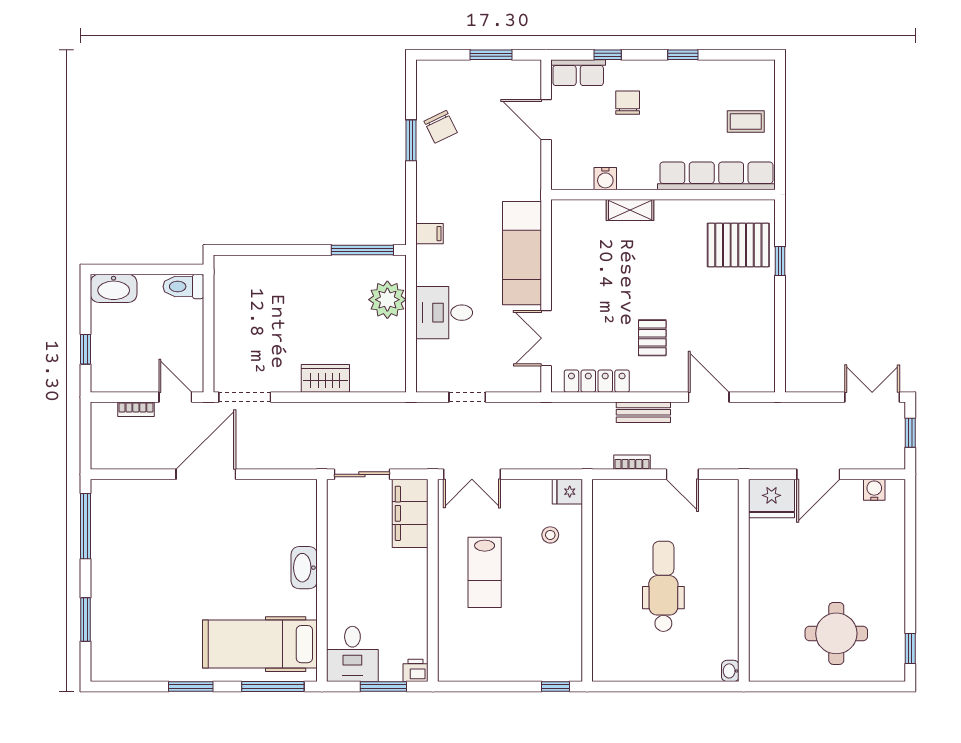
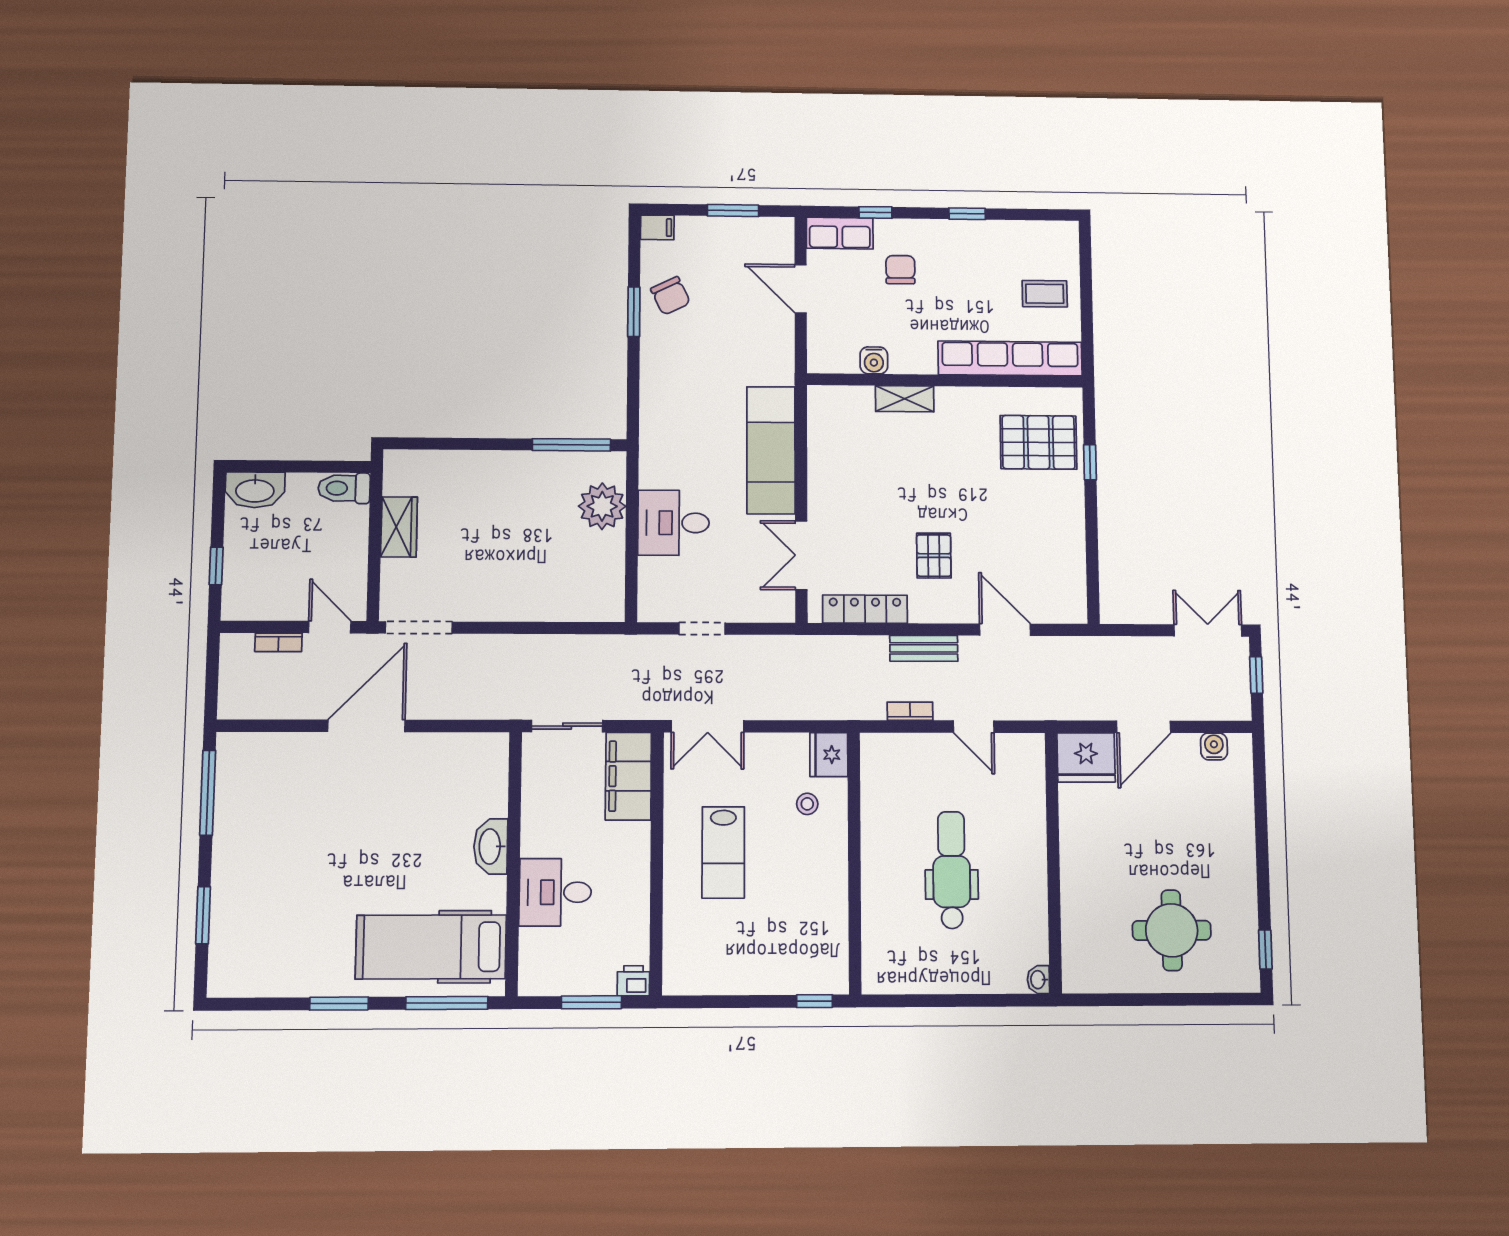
filing cabinet: (430, 234) -> (657, 227), moved
wardrobe: (325, 378) -> (399, 527), moved, turned 90
fridge: (567, 492) -> (829, 755), width x1.38
desk: (352, 654) -> (555, 892), moved, turned 90

